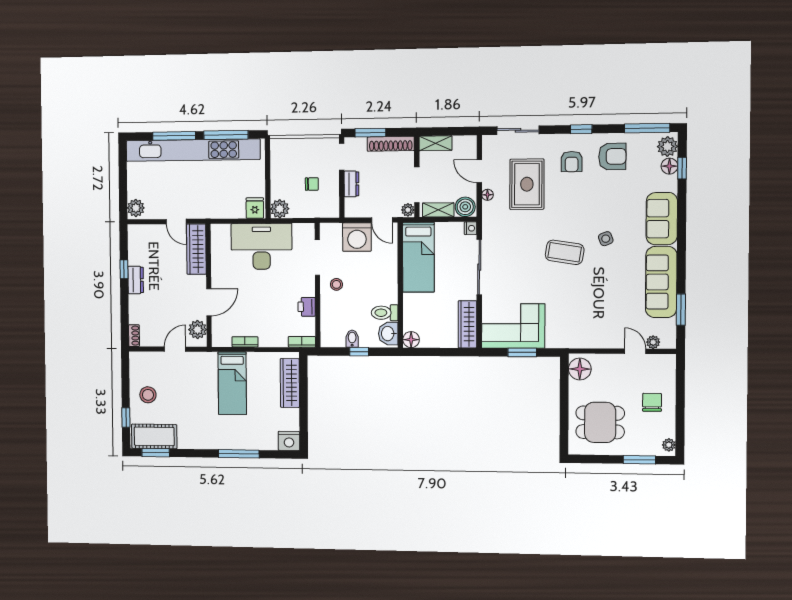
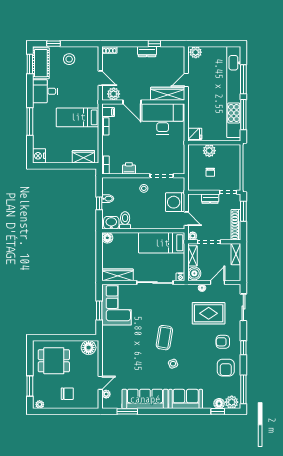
plant: (280, 209) -> (209, 151), moved
door: (382, 220) -> (186, 219), swing flipped
desk: (261, 246) -> (163, 119), moved, turned -90
filing cabinet: (224, 338) -> (108, 112), added
wardrobe: (290, 383) -> (83, 157), width x0.67
dining table: (600, 422) -> (54, 361), turned 90
desk: (195, 431) -> (45, 91), added

